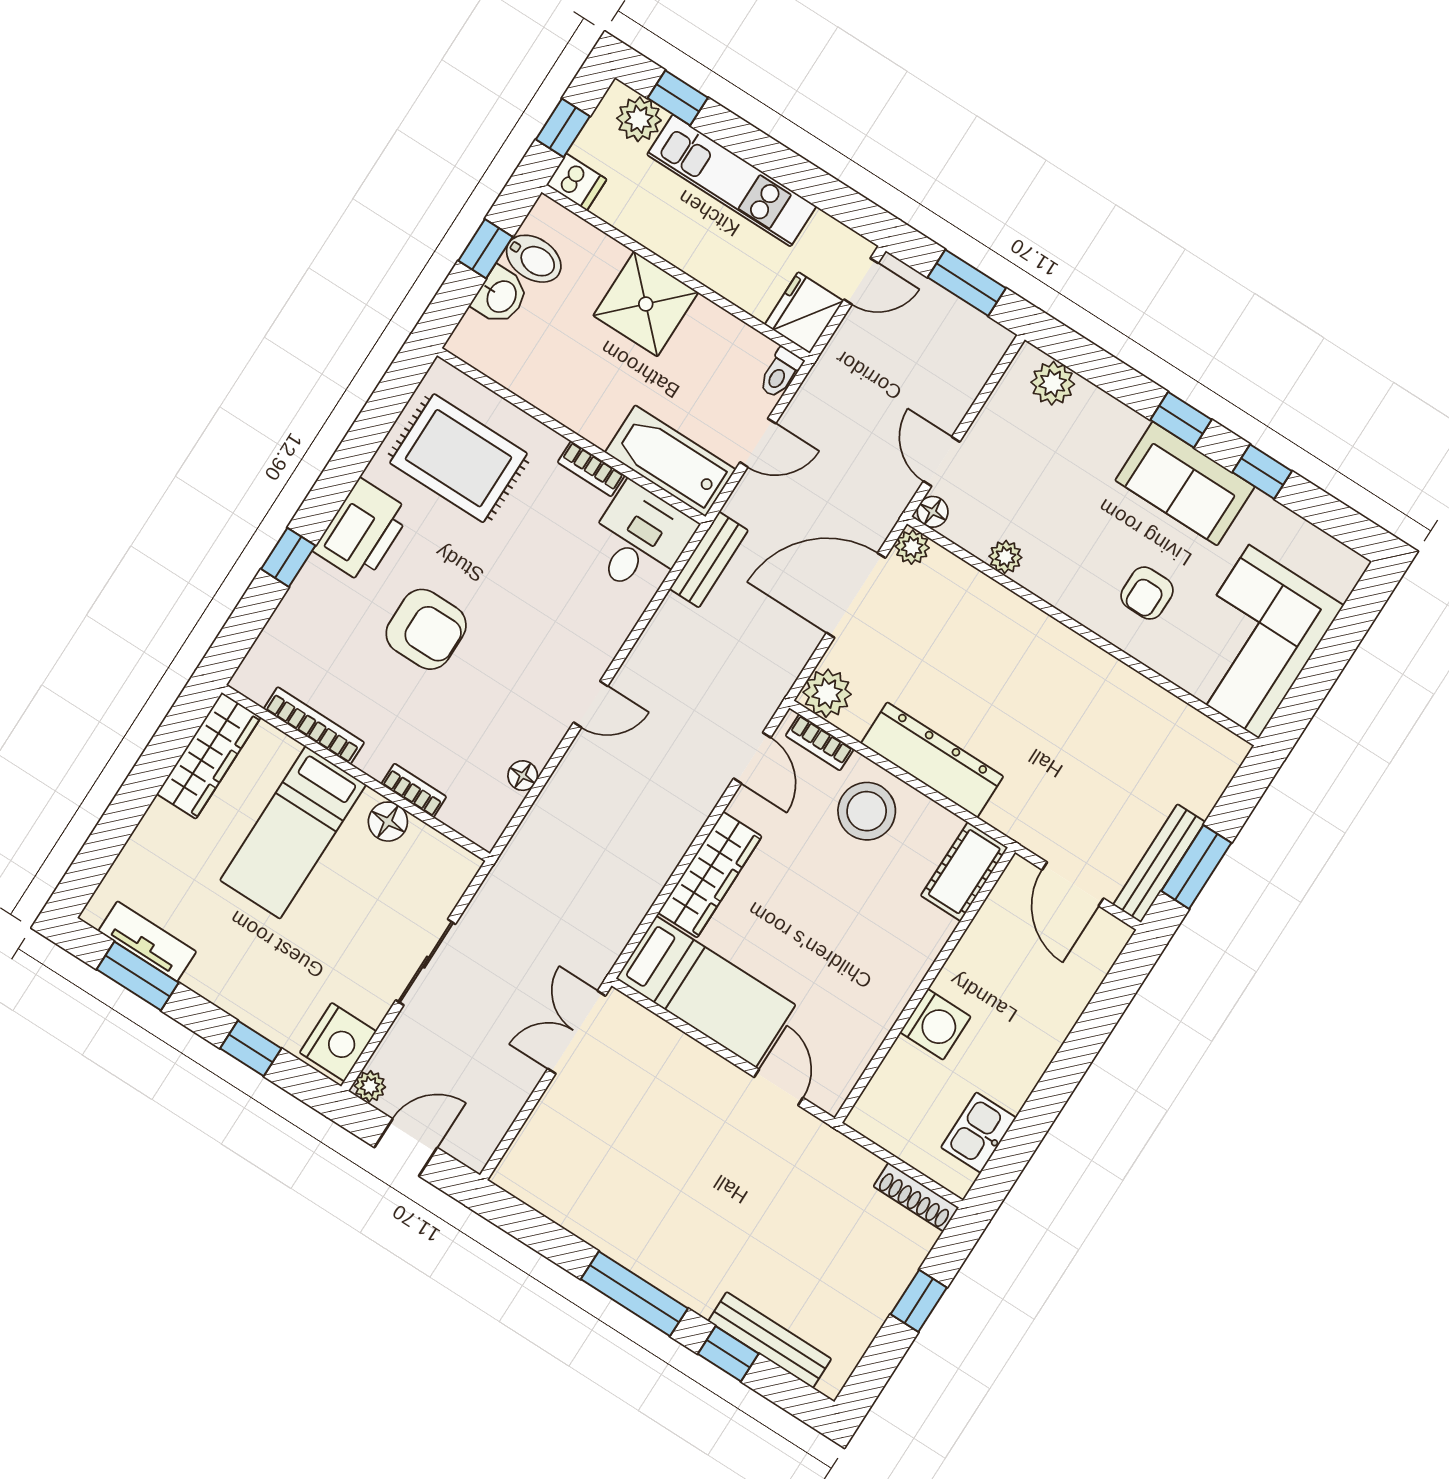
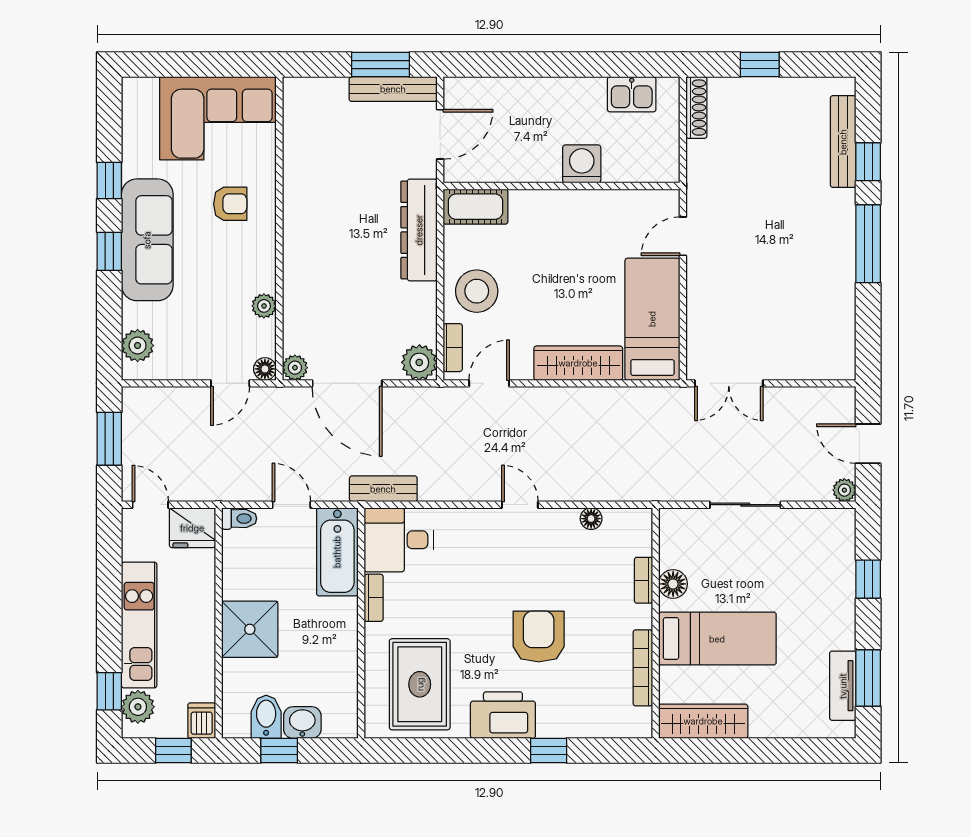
sofa: (1185, 484) -> (147, 240), width x1.36
dresser: (932, 760) -> (419, 230), moved
nightstand: (338, 1042) -> (830, 527), removed

